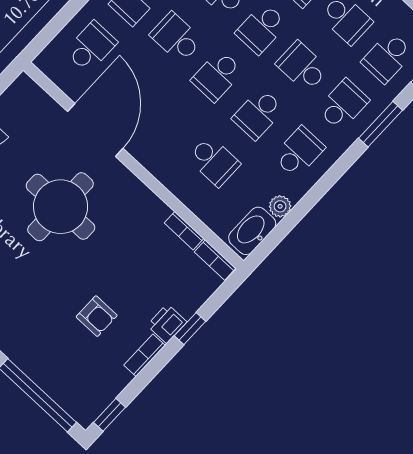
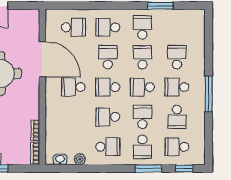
school desk: (343, 105) -> (142, 147), turned 90
door: (95, 130) -> (42, 59), hinge flipped
school desk: (214, 161) -> (73, 87), moved, turned 90
washbasin: (252, 231) -> (60, 160), width x0.52, depth x0.69

